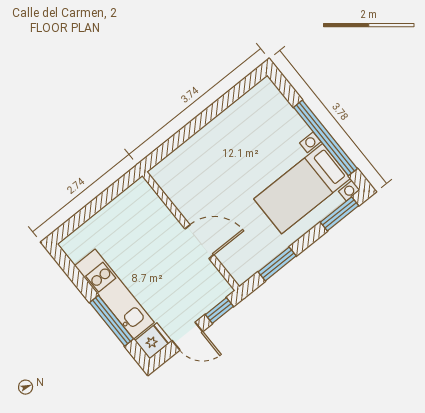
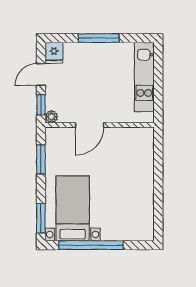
plant: (223, 289) -> (52, 117), added
kitchen unit: (114, 294) -> (144, 77), moved, turned 90
window: (112, 321) -> (99, 38), moved

